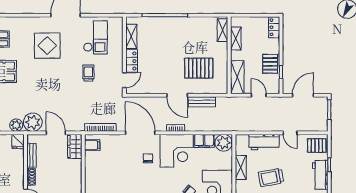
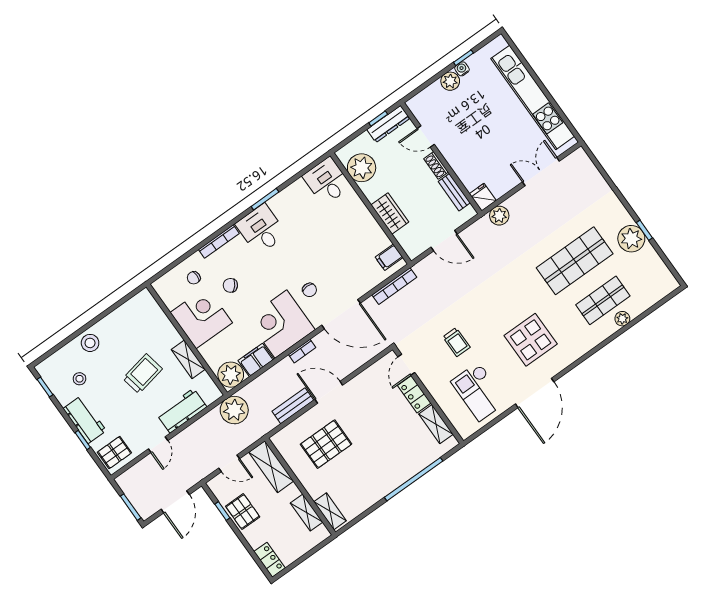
plant: (33, 122) -> (234, 410), moved
door: (290, 133) -> (158, 445), swing flipped
wardrobe: (75, 146) -> (390, 213), moved

